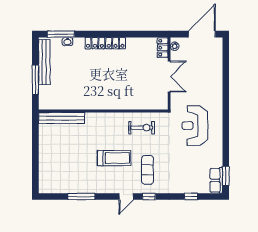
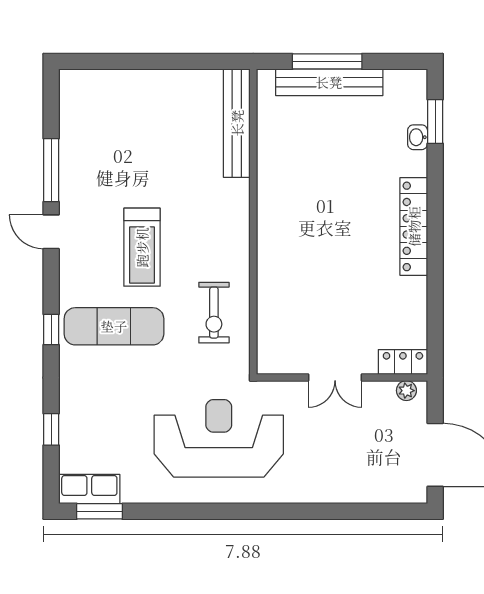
window: (61, 34) -> (435, 121), width x0.69
bench: (44, 62) -> (329, 82), moved
double door: (169, 76) -> (335, 378), width x0.73
reception desk: (195, 126) -> (219, 438), width x1.36, depth x1.30
exercise mat: (148, 170) -> (114, 326), width x1.36, depth x1.45
door: (126, 197) -> (51, 232), moved

